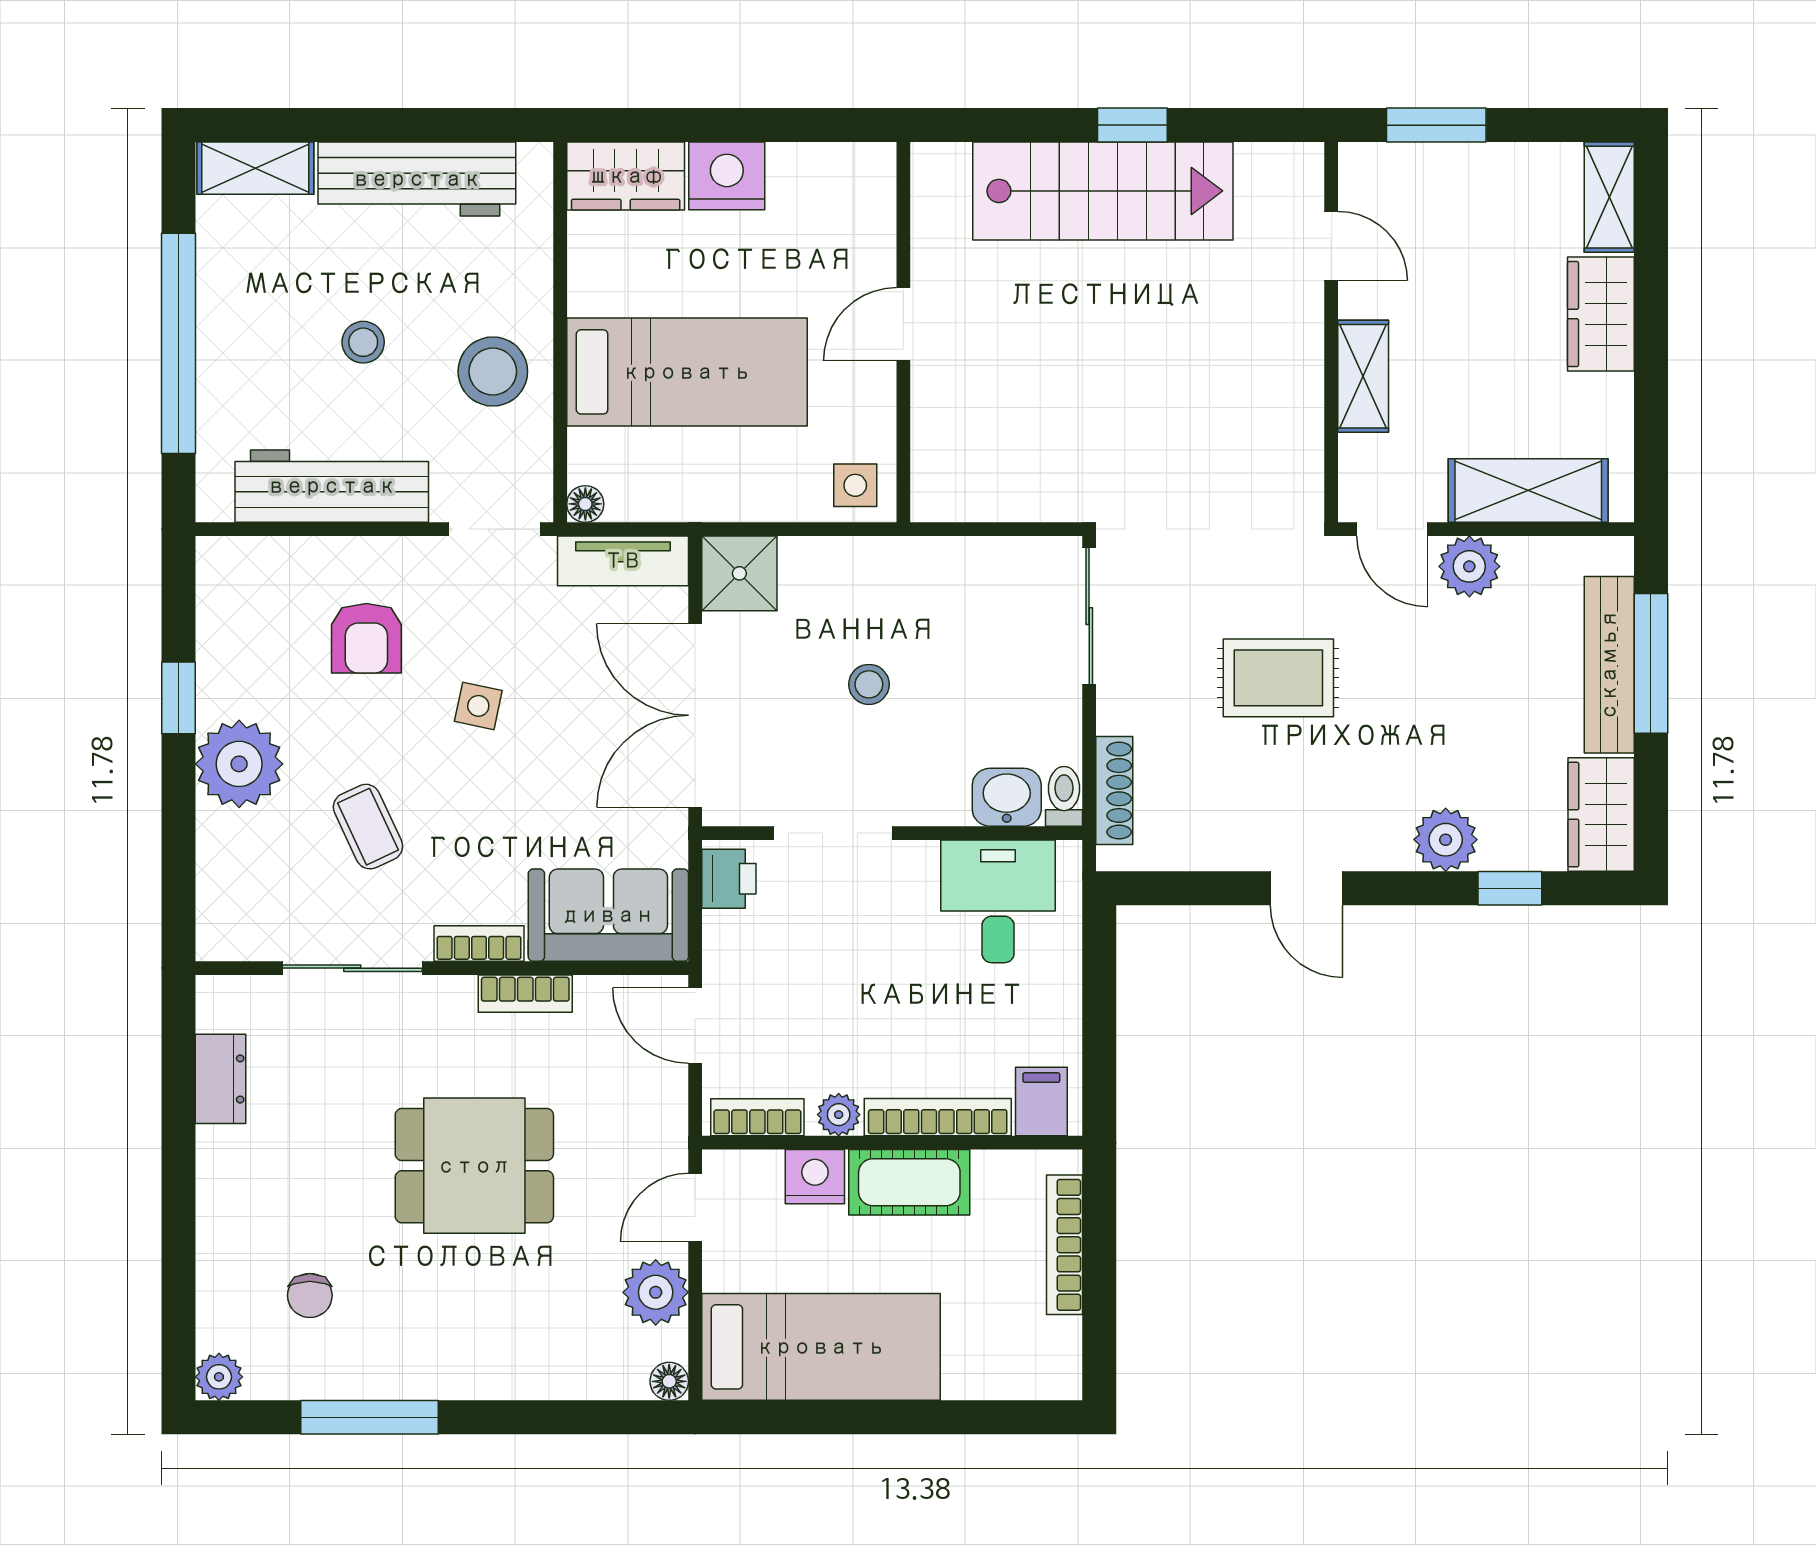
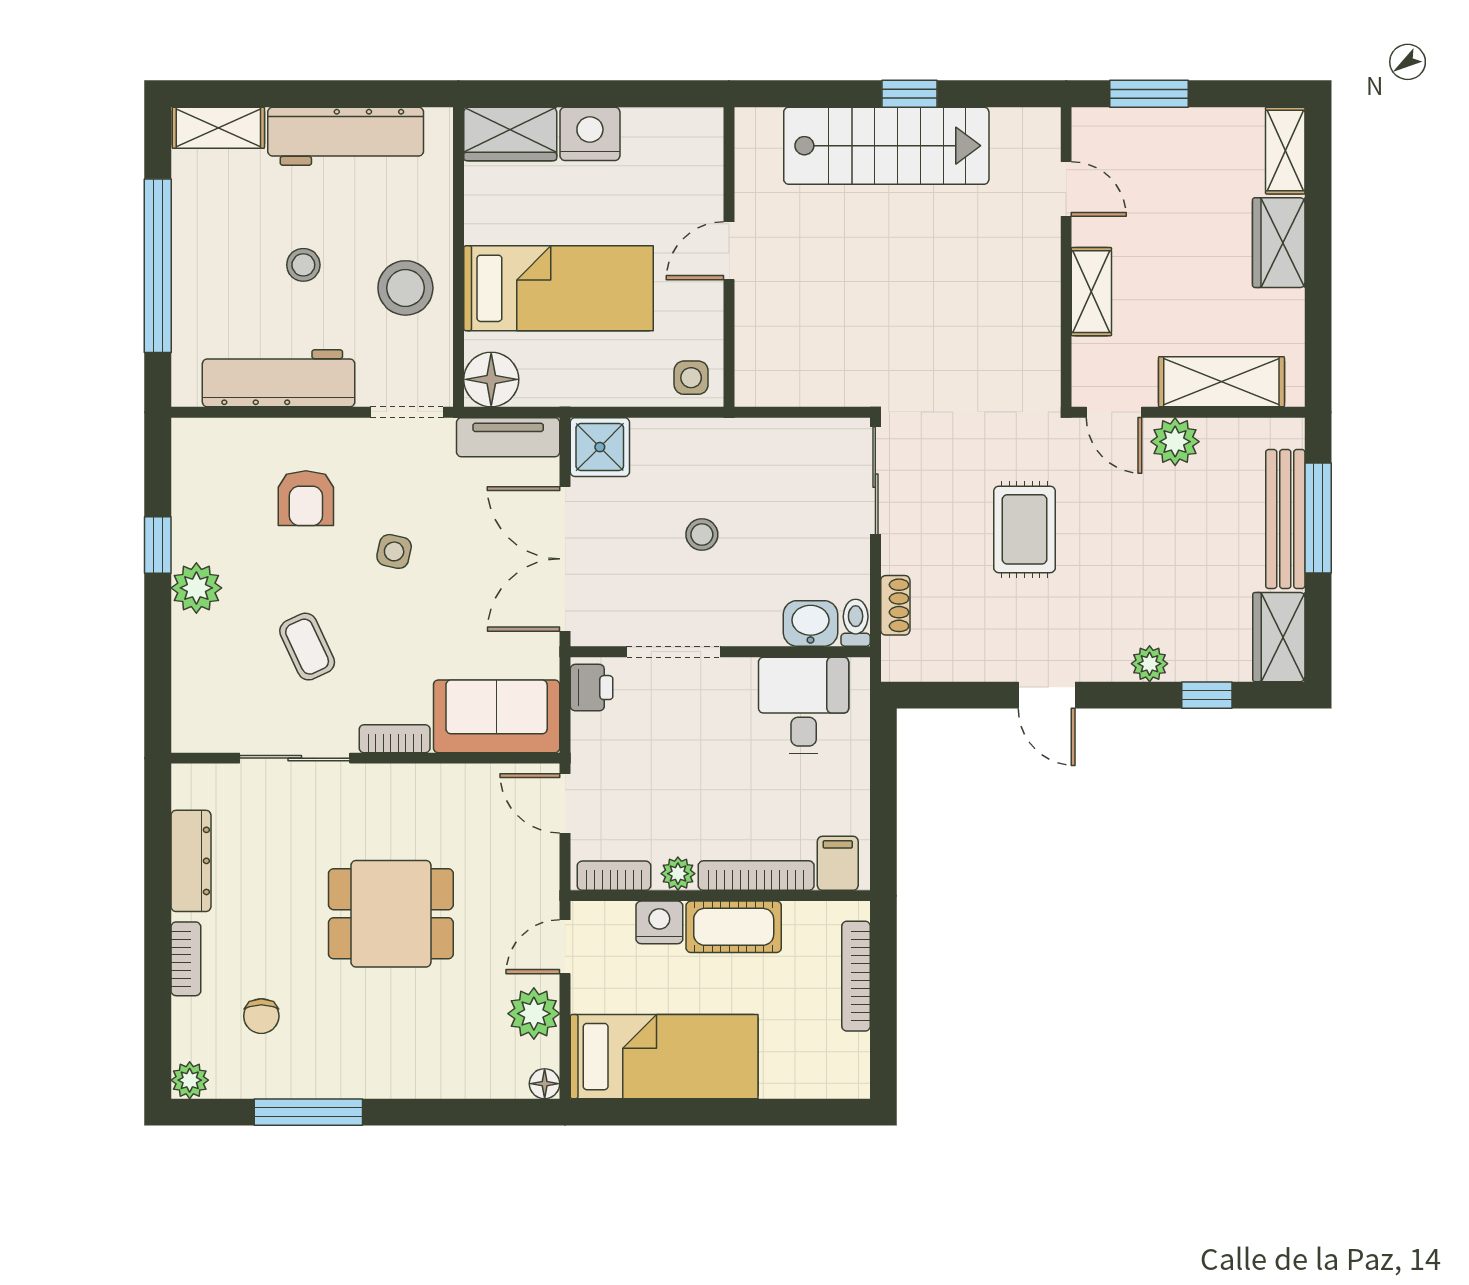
floor lamp: (585, 504) -> (491, 379), width x1.89, depth x1.89
rug: (1278, 678) -> (1025, 529), turned 90
plant: (239, 764) -> (196, 588), width x0.73, depth x0.73
shoe rack: (1114, 790) -> (895, 605), width x0.70
plant: (1446, 840) -> (1150, 664), width x0.73, depth x0.73
bookcase: (525, 994) -> (186, 959), moved, turned -90
dresser: (221, 1079) -> (191, 861), width x1.44

